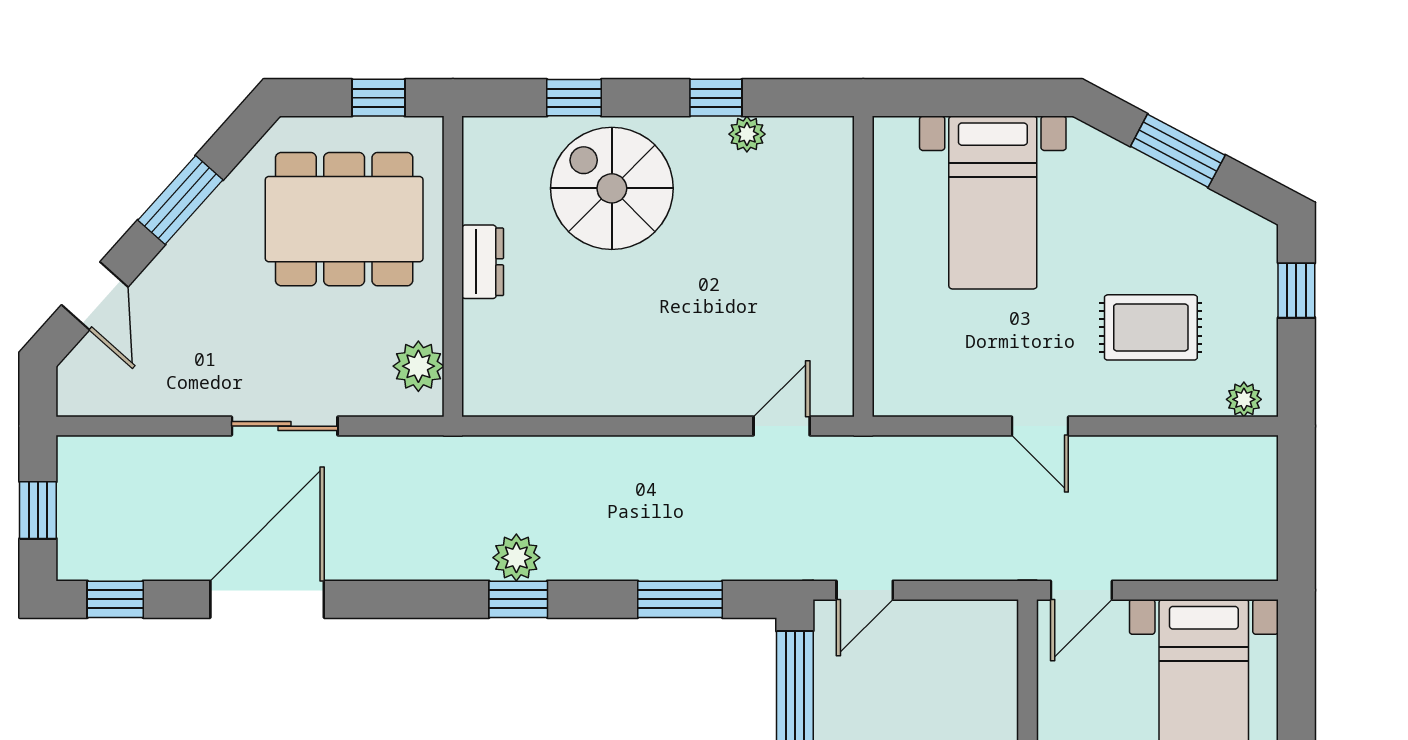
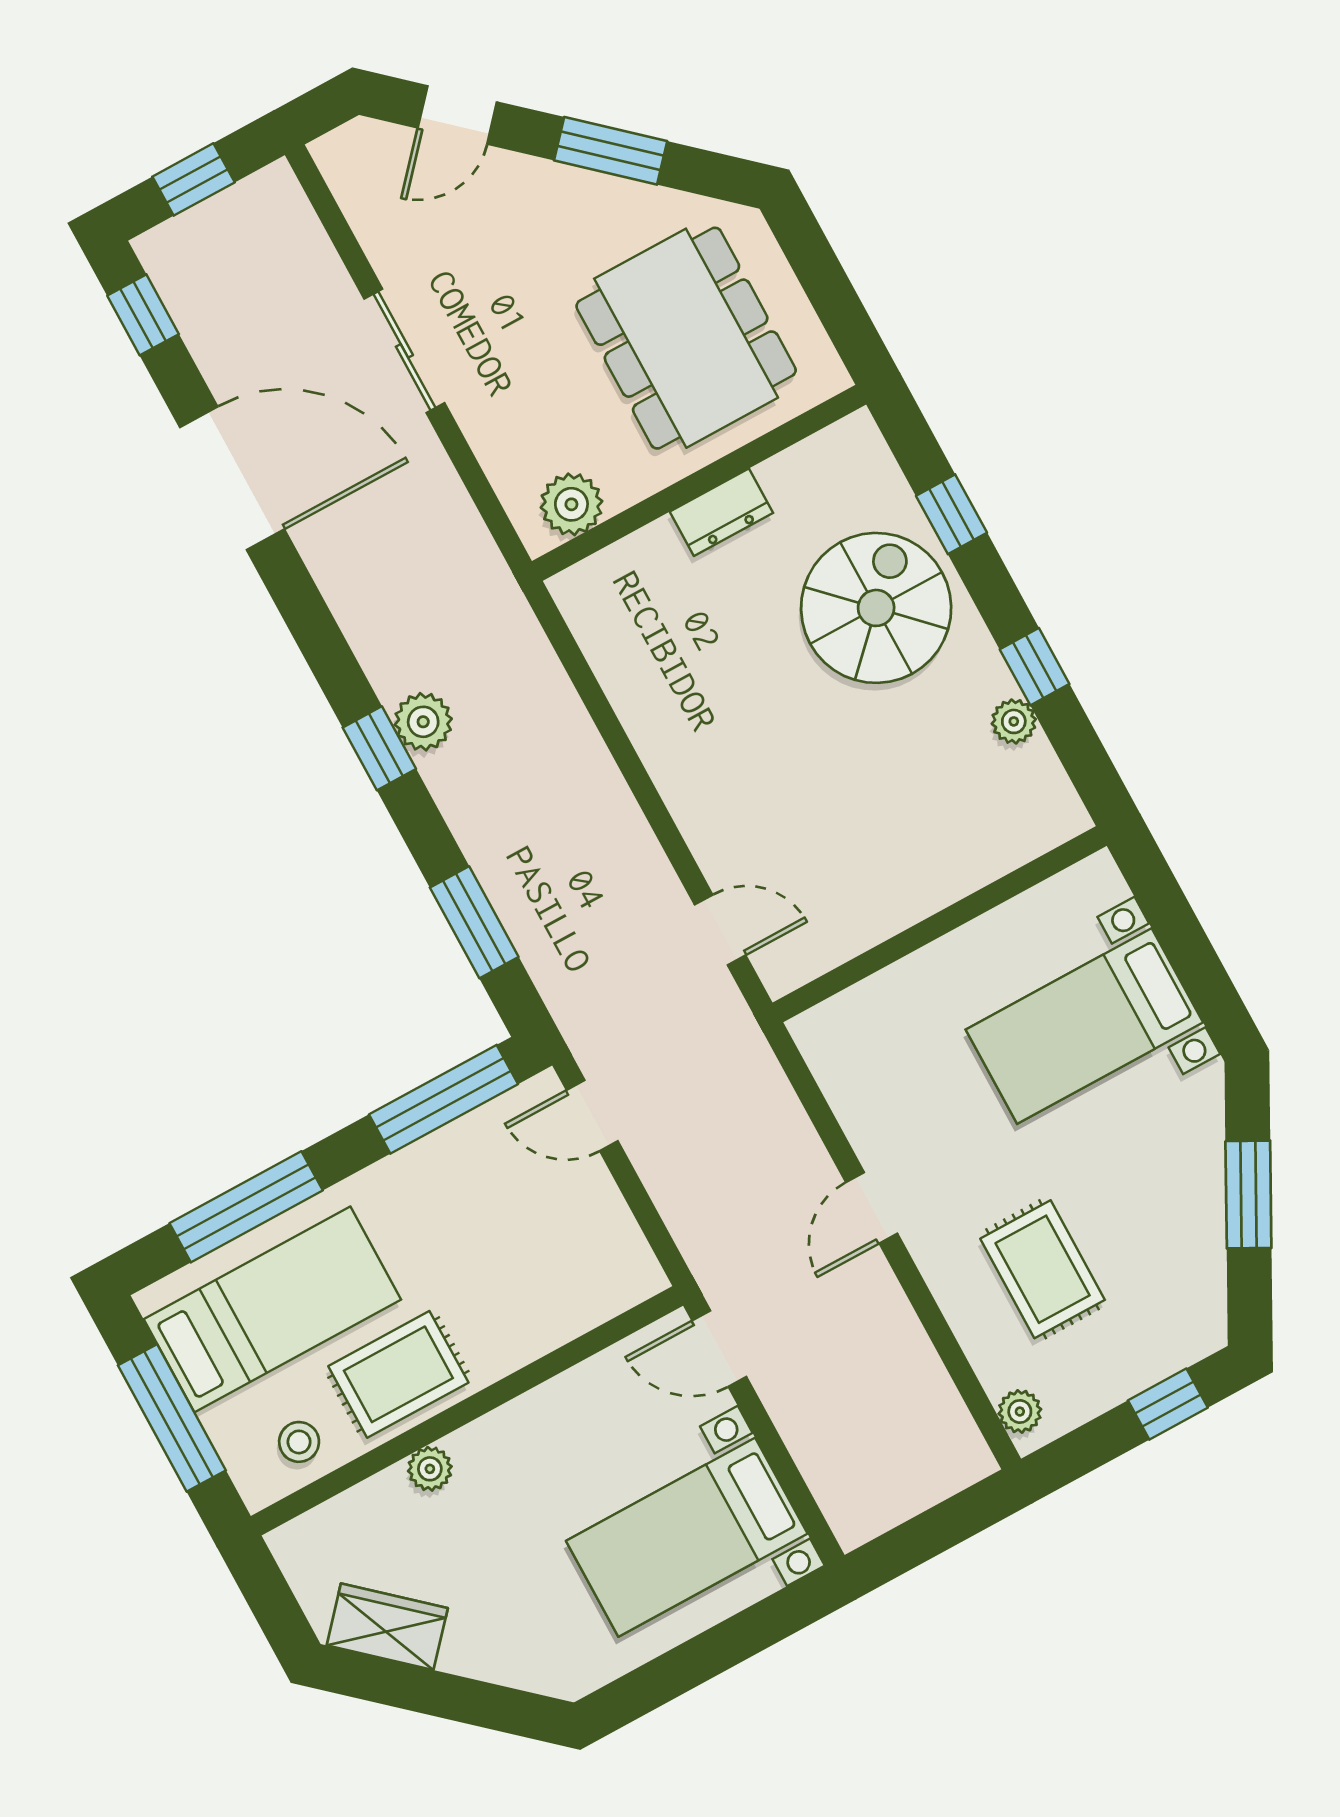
window: (378, 98) -> (837, 304), removed
sliding door: (285, 426) -> (404, 351), moved

